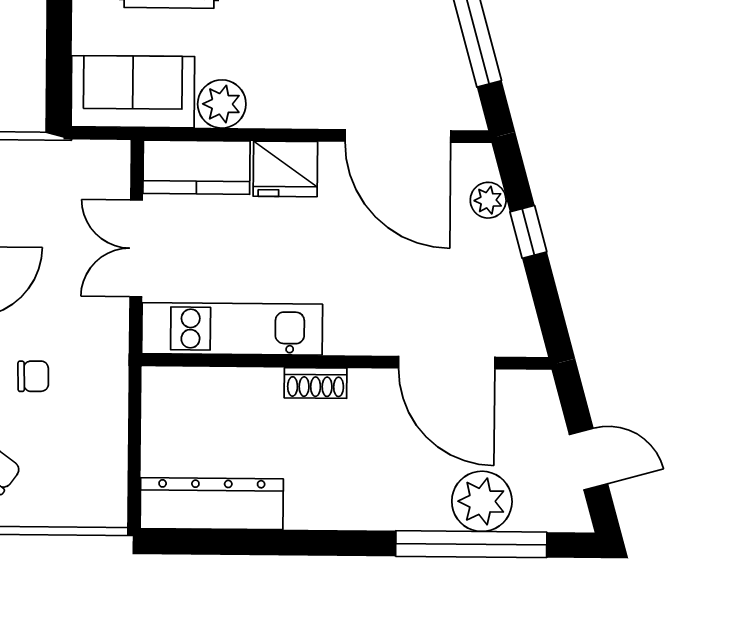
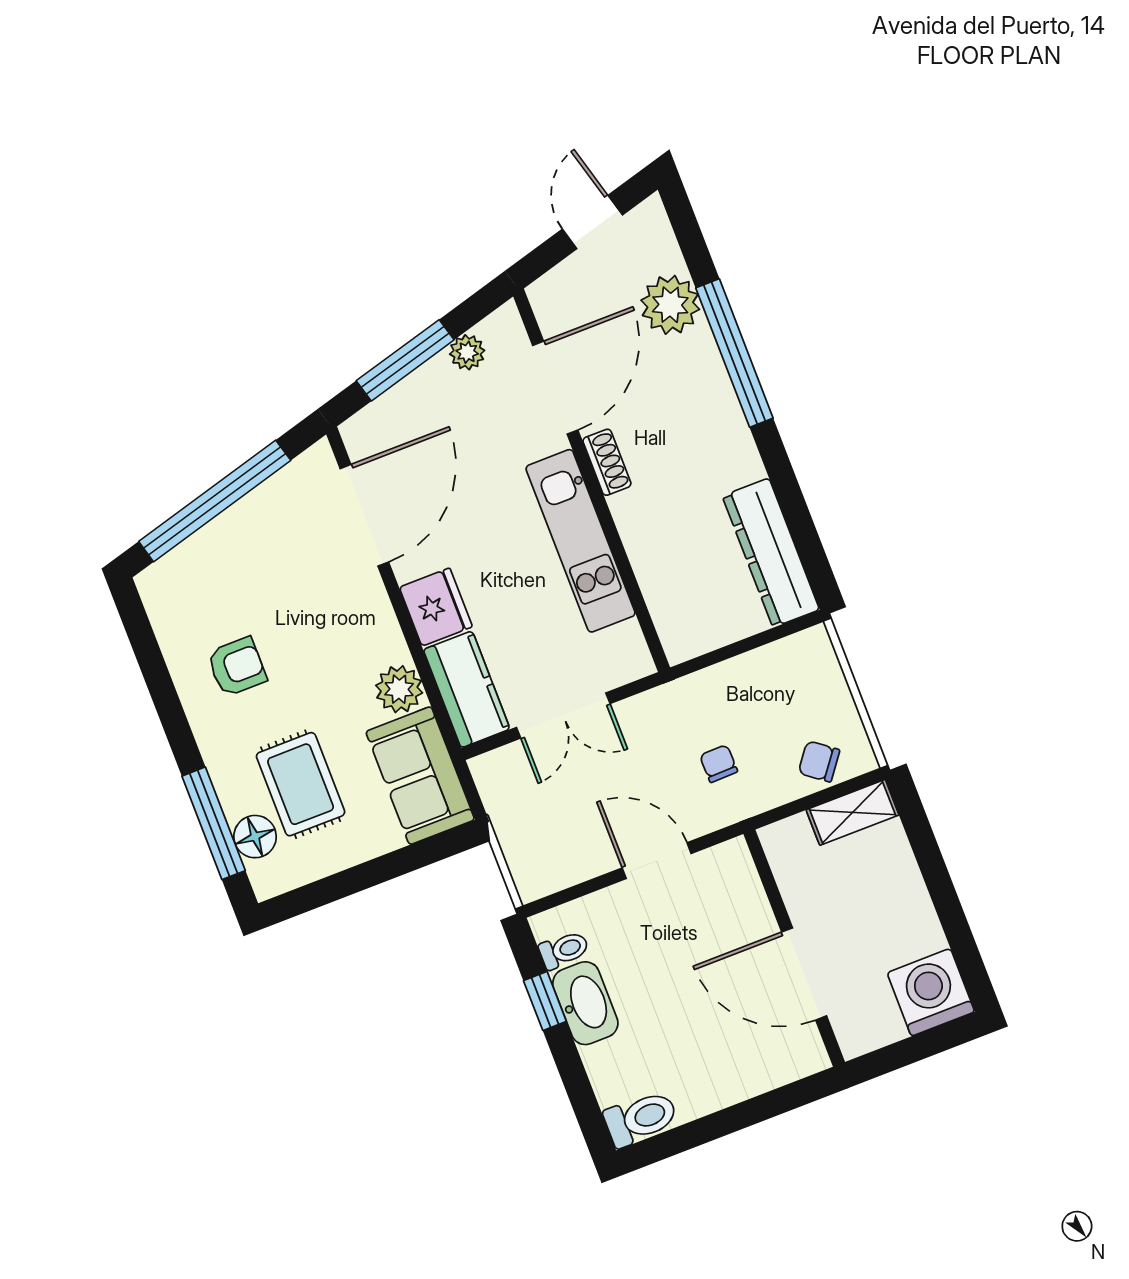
plant: (488, 200) -> (467, 352), moved
window: (528, 232) -> (405, 360), width x2.17
kitchen unit: (232, 329) -> (581, 541), moved
shoe rack: (316, 383) -> (607, 462), moved
window: (471, 544) -> (734, 353), moved

